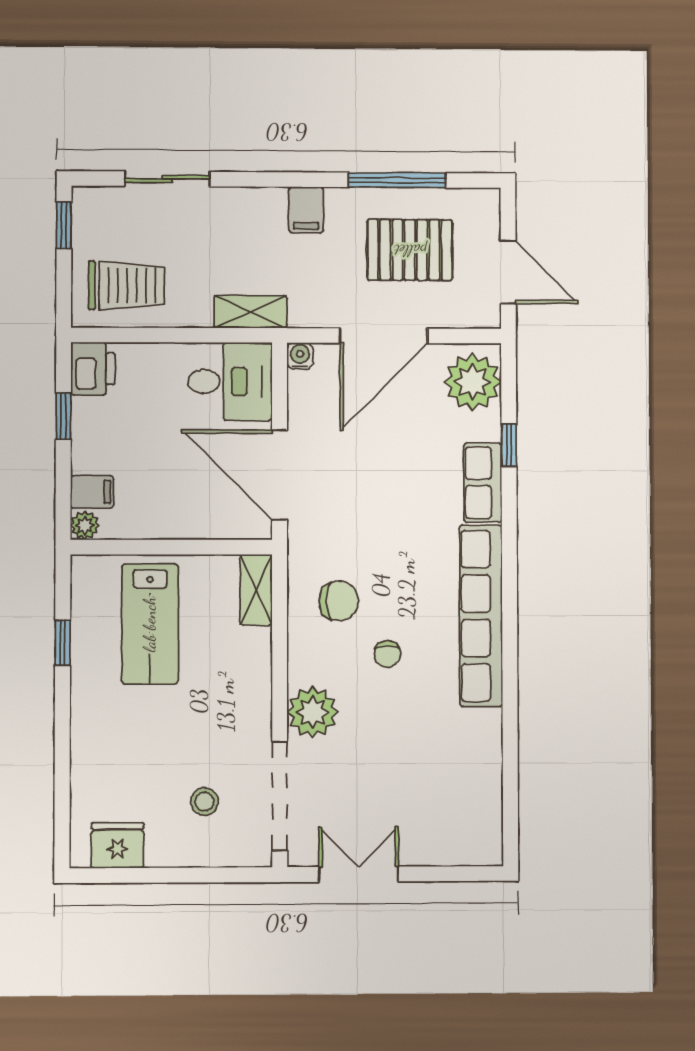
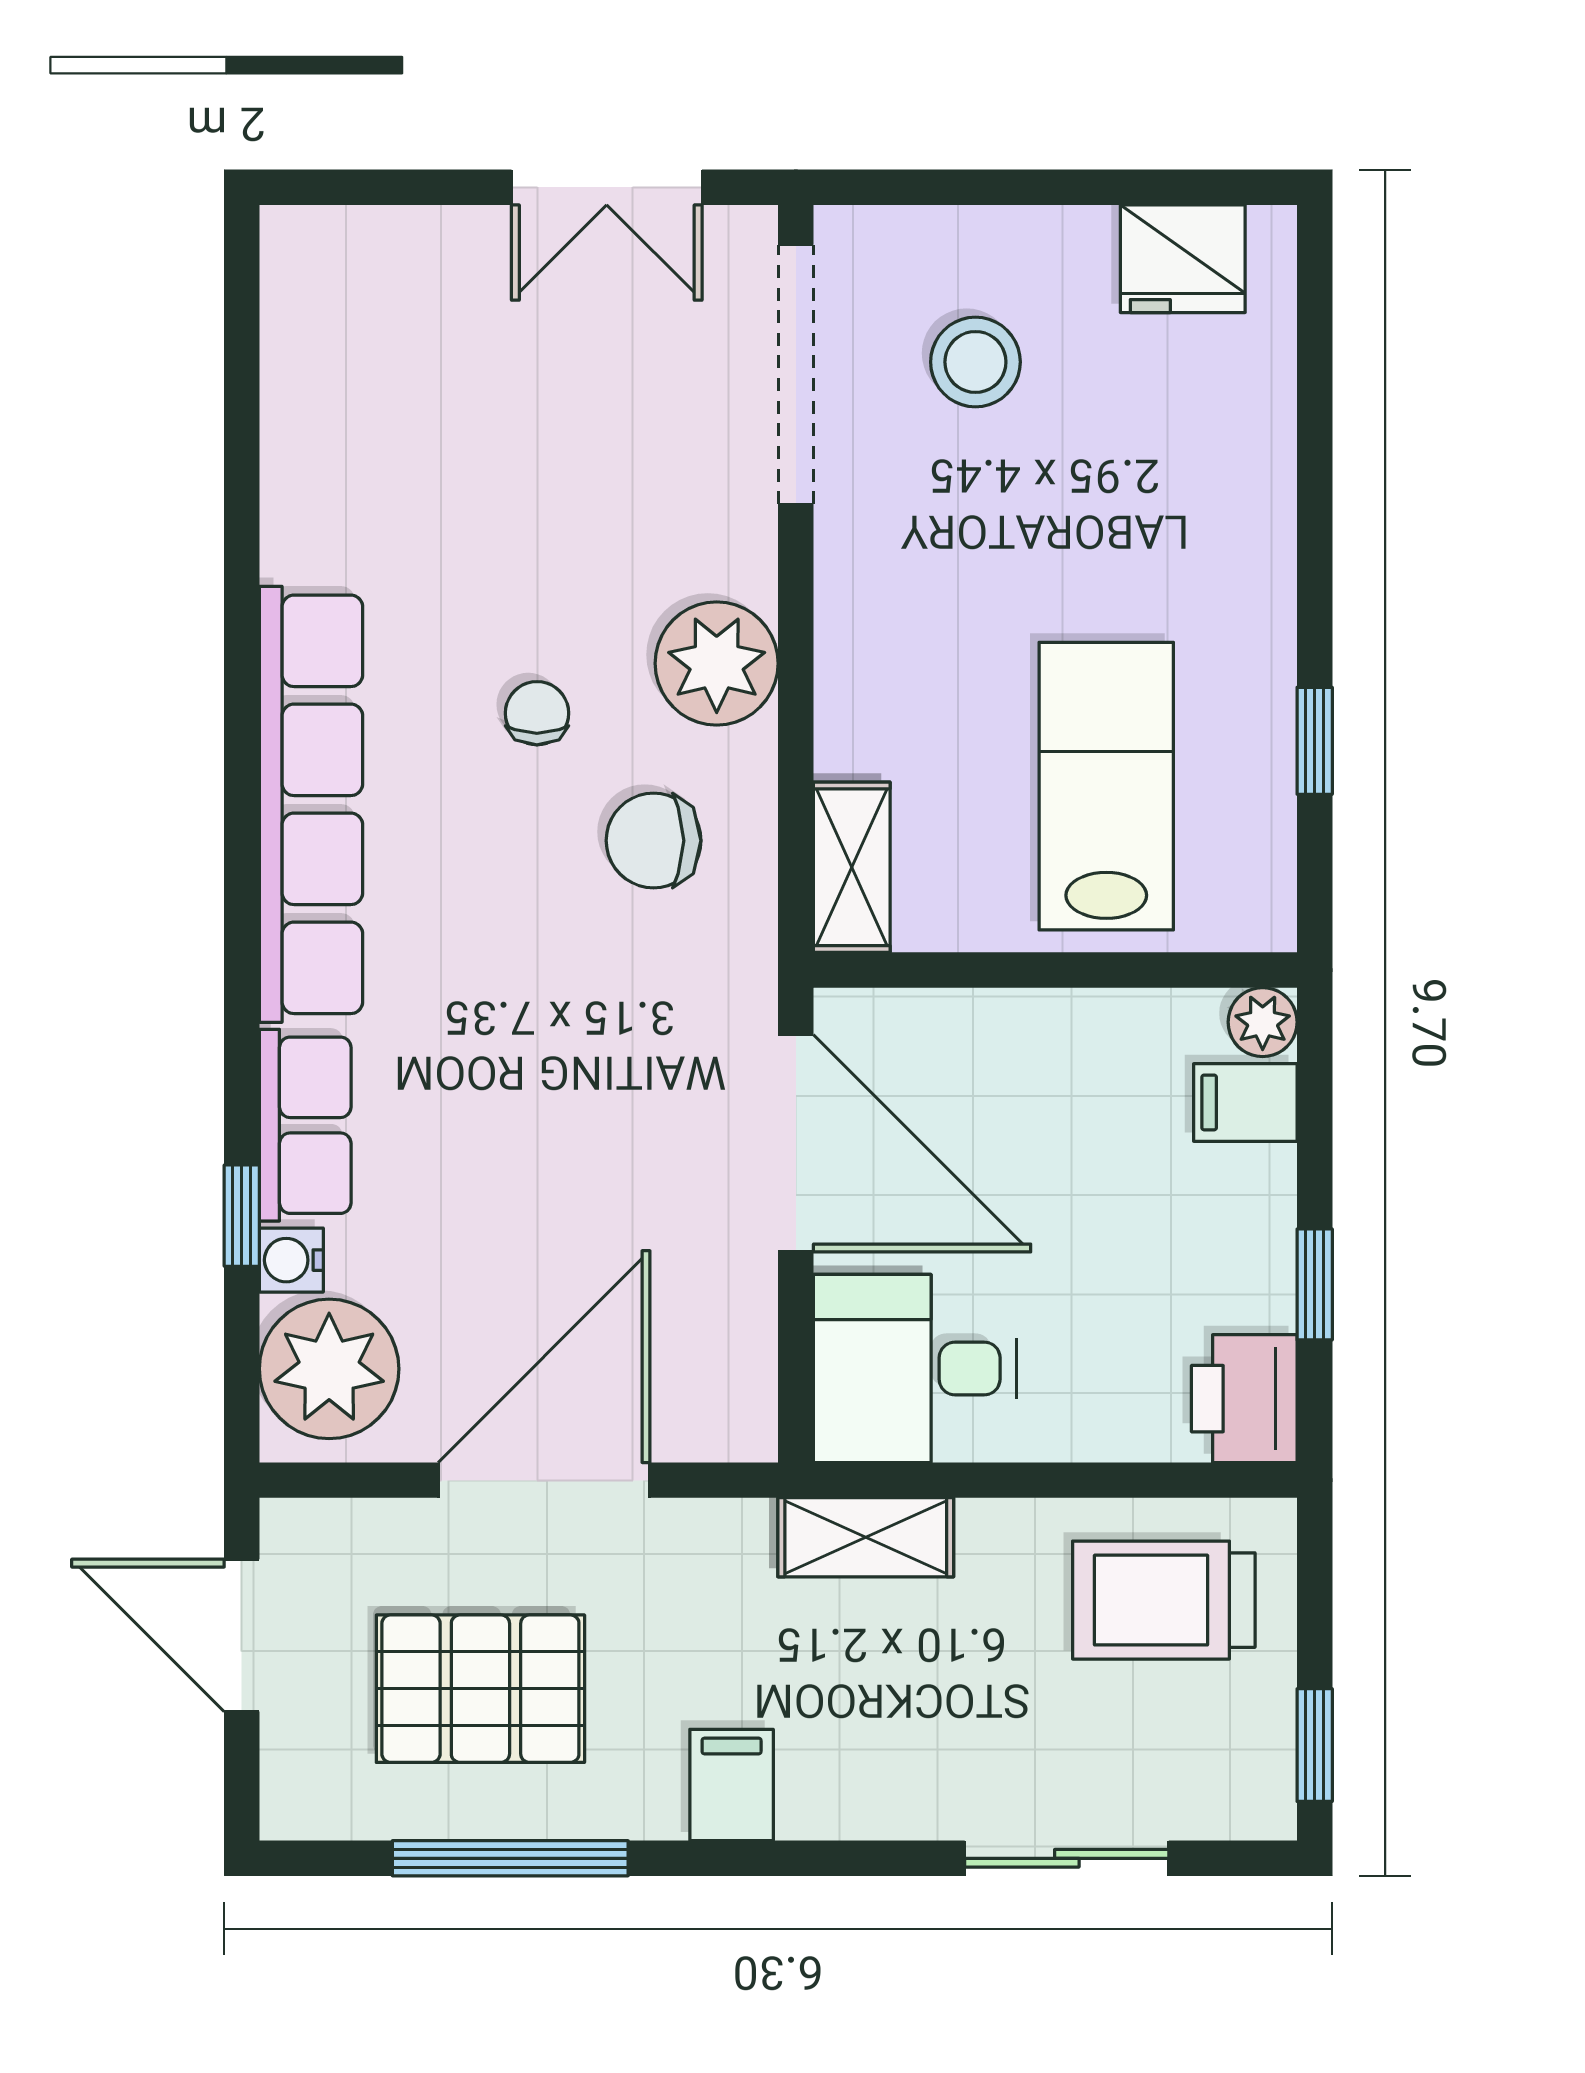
water cooler: (300, 356) -> (291, 1260), moved, turned 90
plant: (313, 712) -> (717, 663), moved
stool: (204, 802) -> (975, 362), width x1.37, depth x1.37

